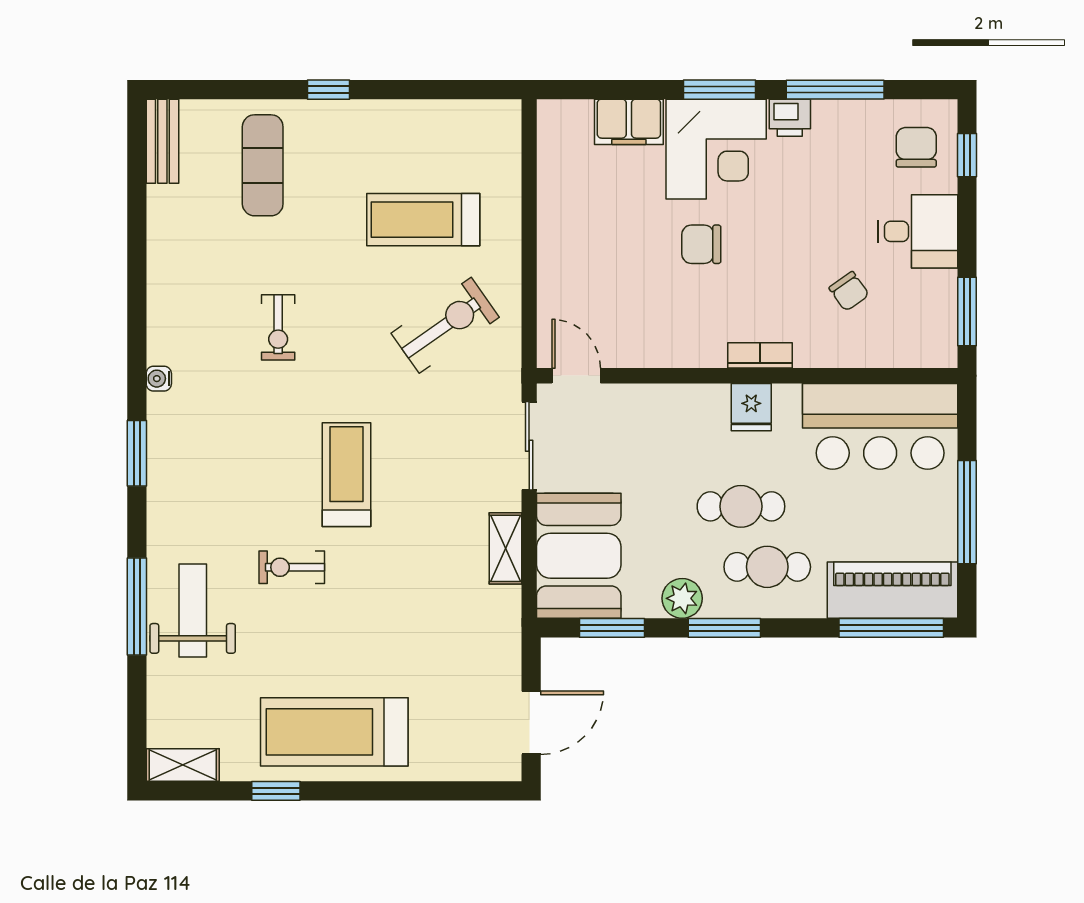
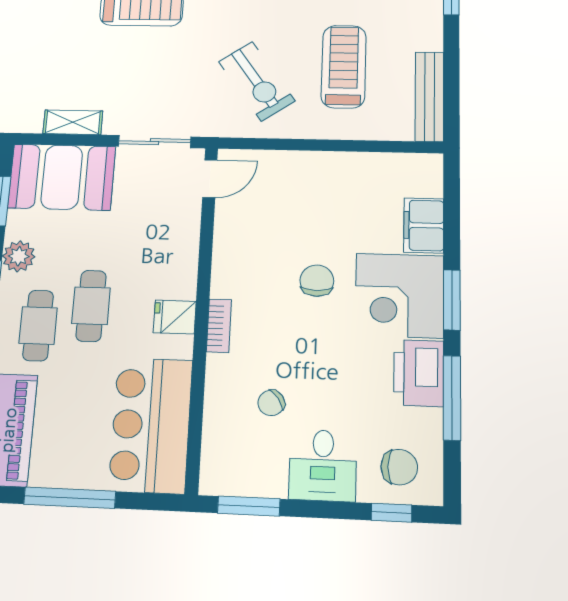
bench: (462, 116) -> (429, 96), added
printer: (790, 118) -> (419, 373), width x1.87, depth x1.48

